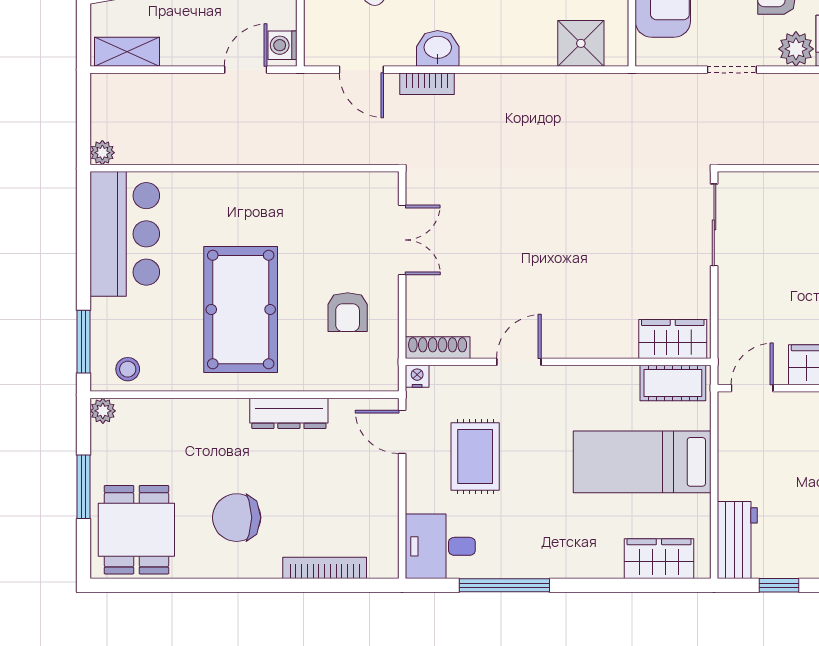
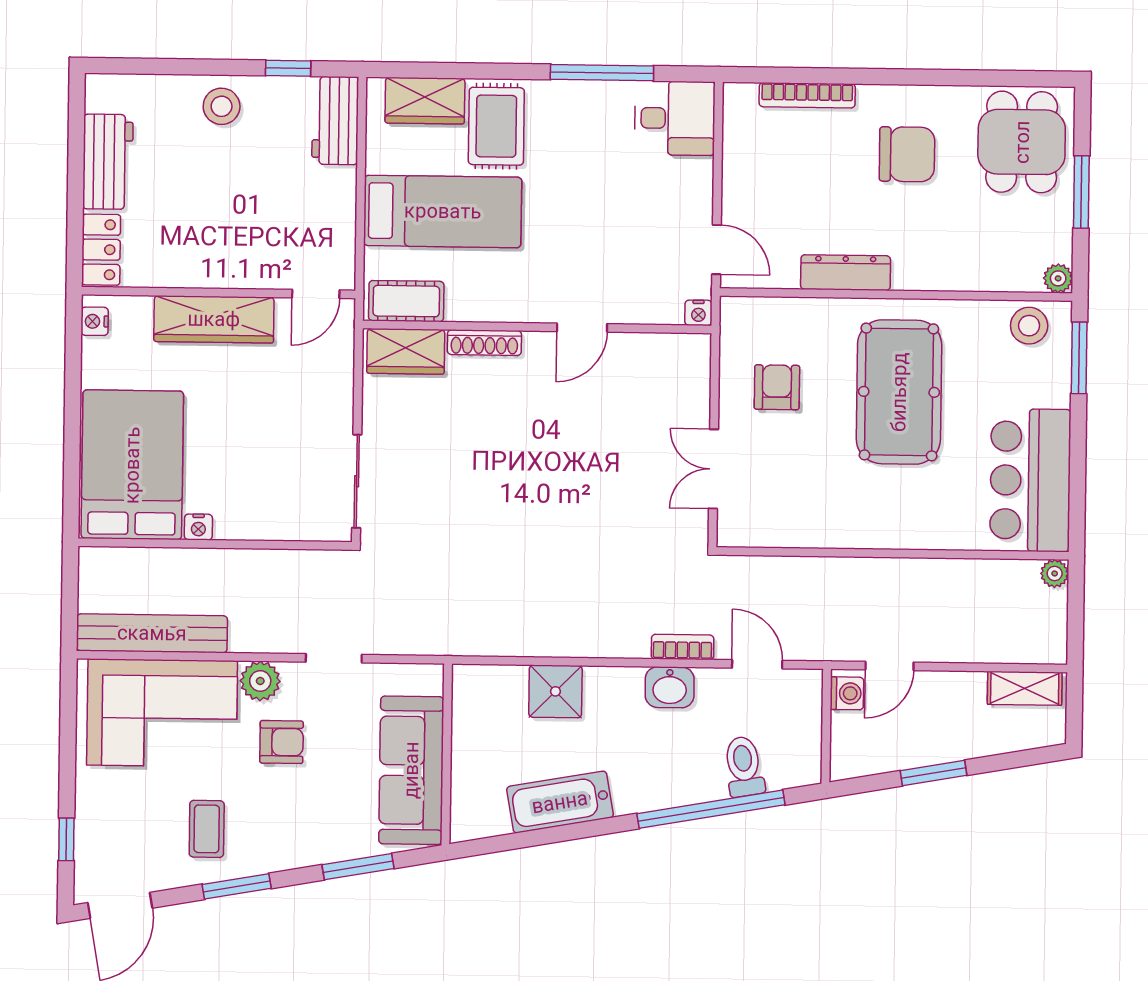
shower: (581, 43) -> (555, 691), moved
shoe rack: (438, 348) -> (484, 343), moved
stool: (128, 369) -> (1029, 326), width x1.37, depth x1.37
rug: (475, 456) -> (496, 126), moved

